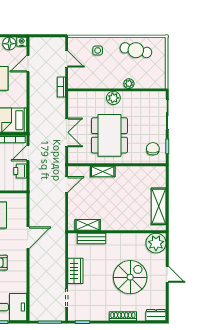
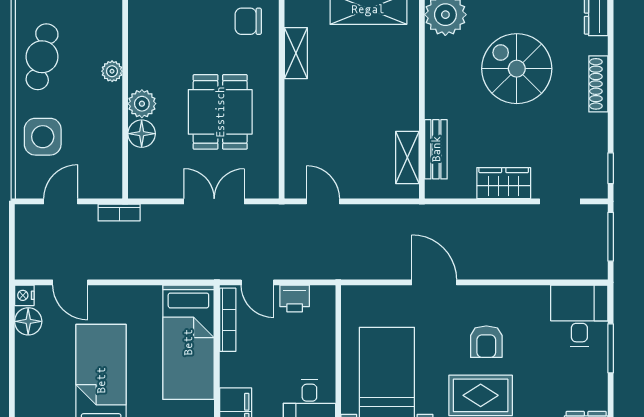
side table: (98, 50) -> (43, 137), width x1.87, depth x1.87
floor lamp: (99, 98) -> (142, 134), added
dining table: (109, 135) -> (220, 112), width x0.73
shelving: (103, 171) -> (296, 53), moved

